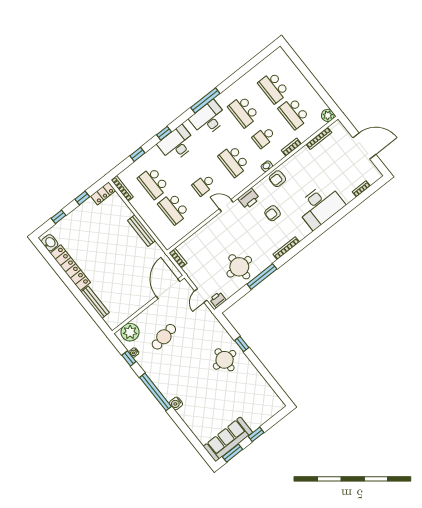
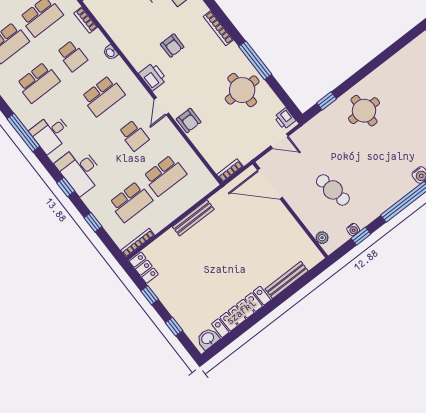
desk: (208, 119) -> (51, 133), width x0.73
armchair: (277, 179) -> (189, 121), moved
plant: (130, 332) -> (322, 238), width x0.53, depth x0.53
window: (242, 344) -> (327, 101), moved

